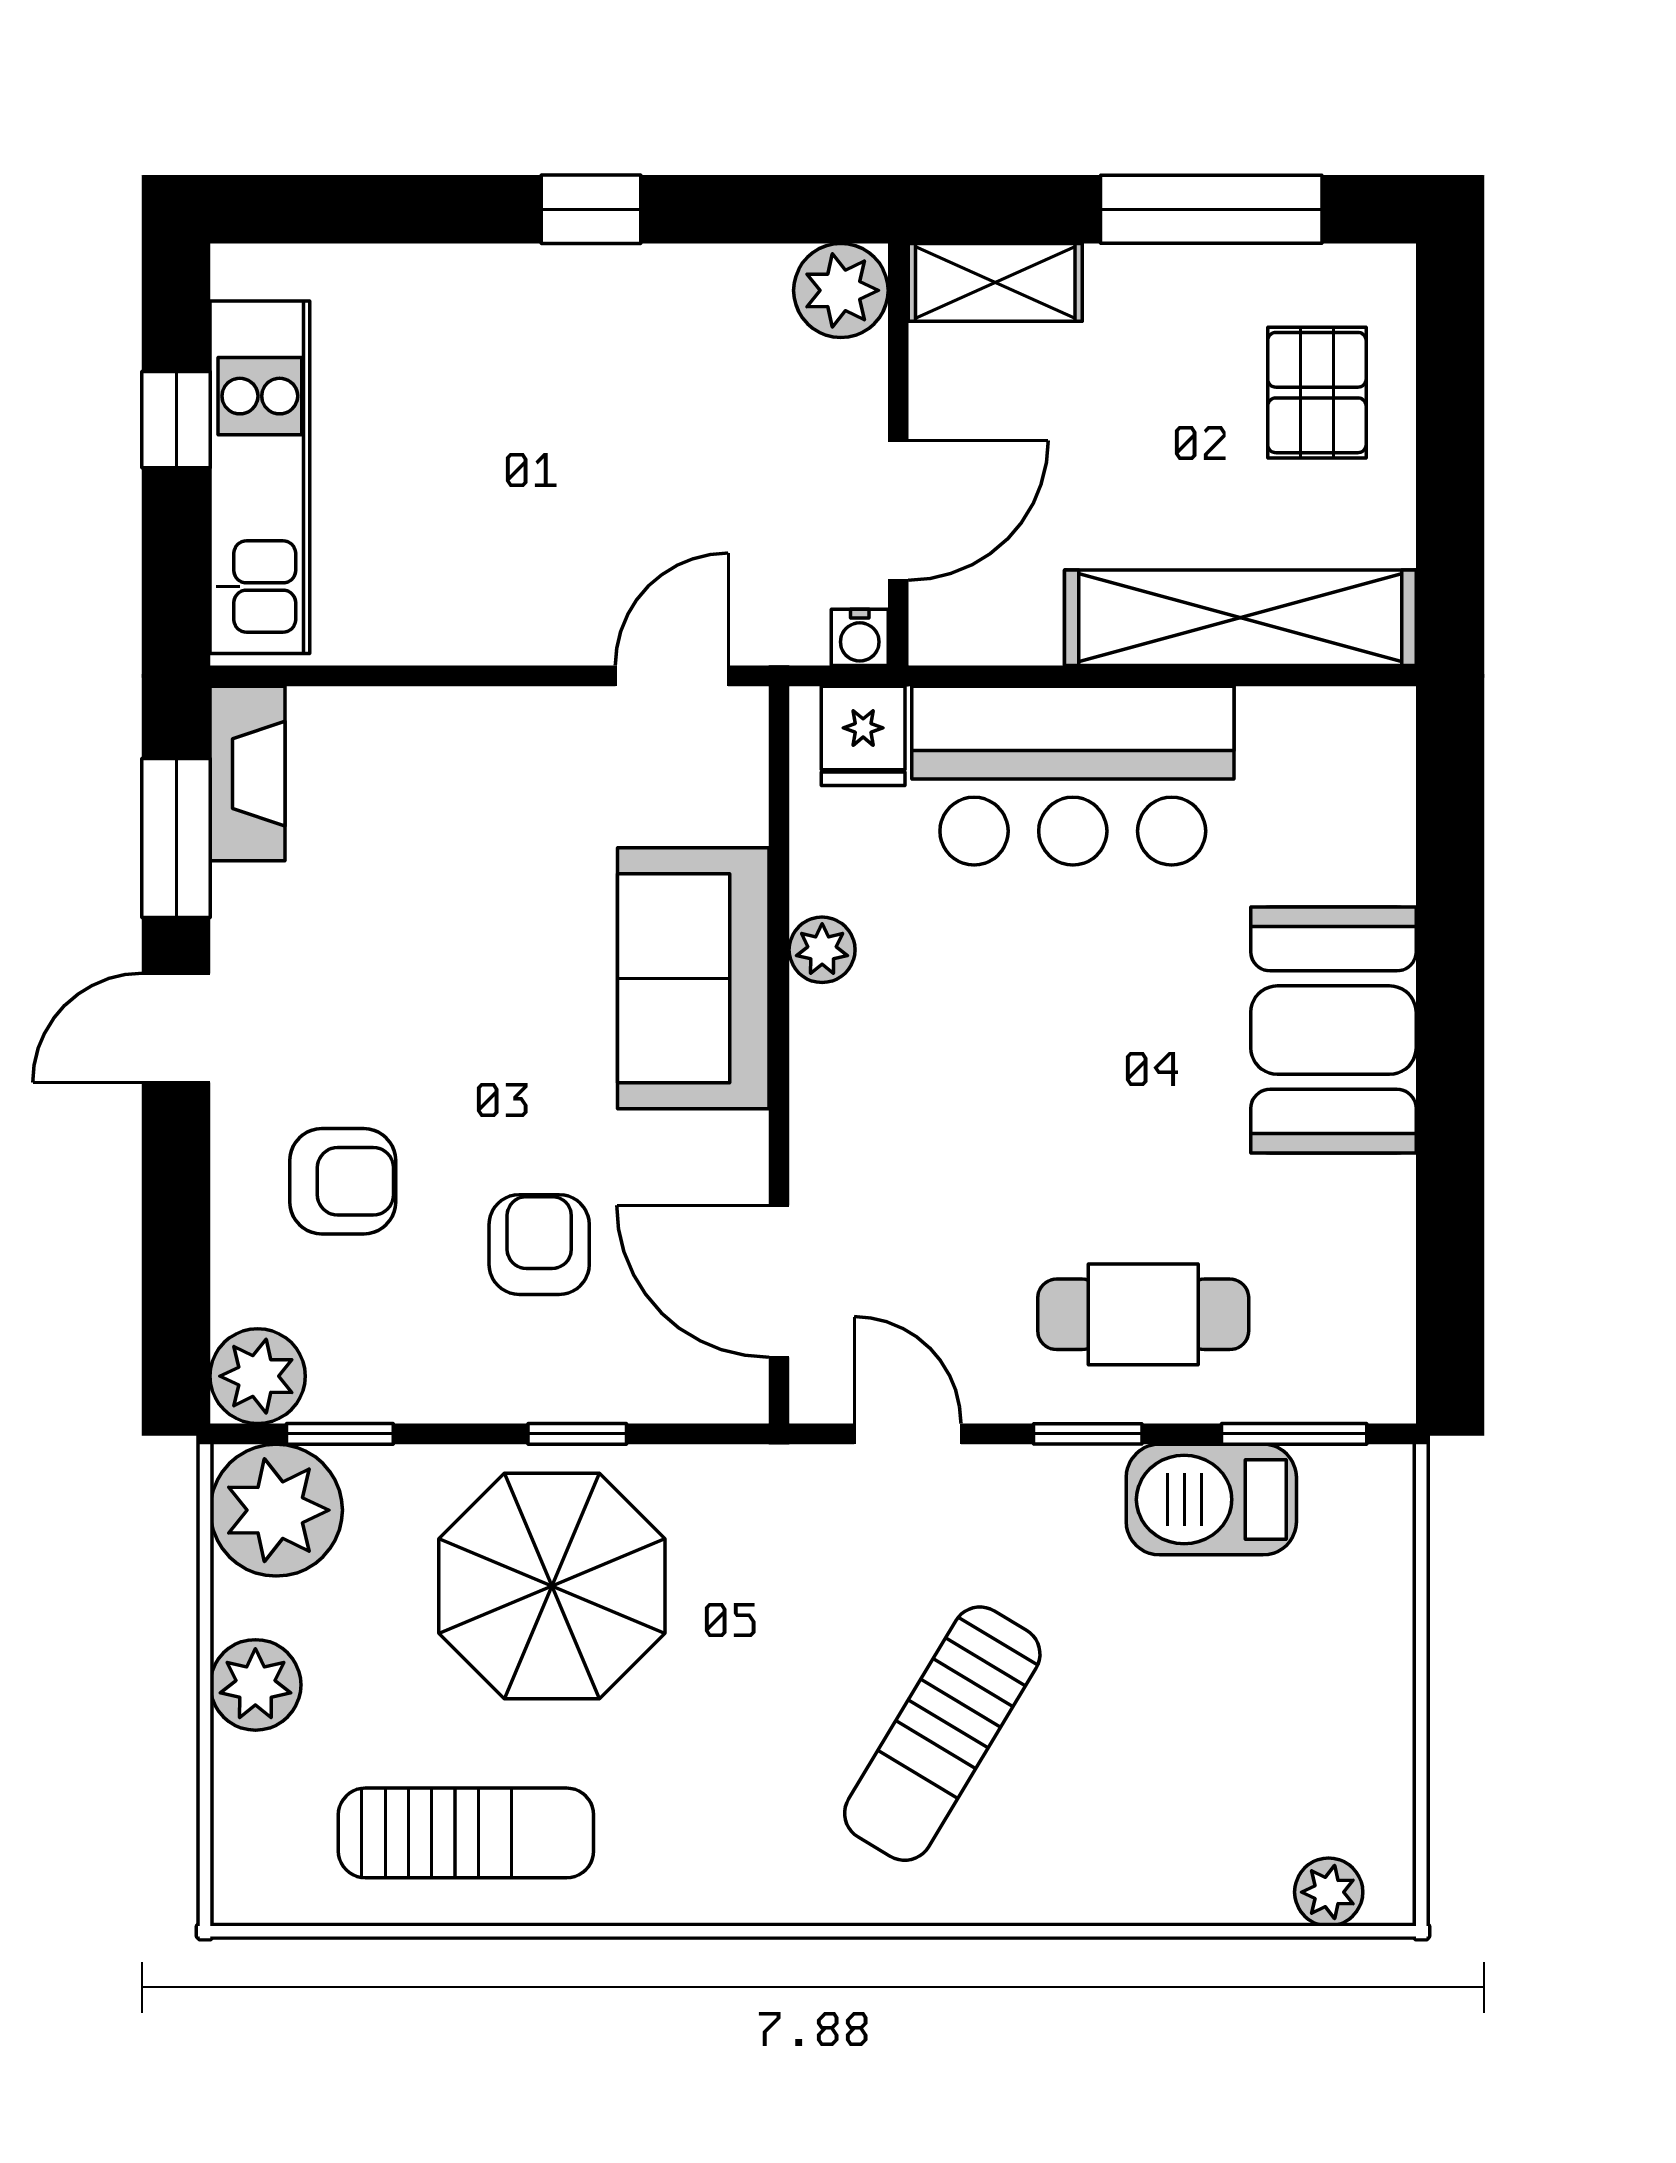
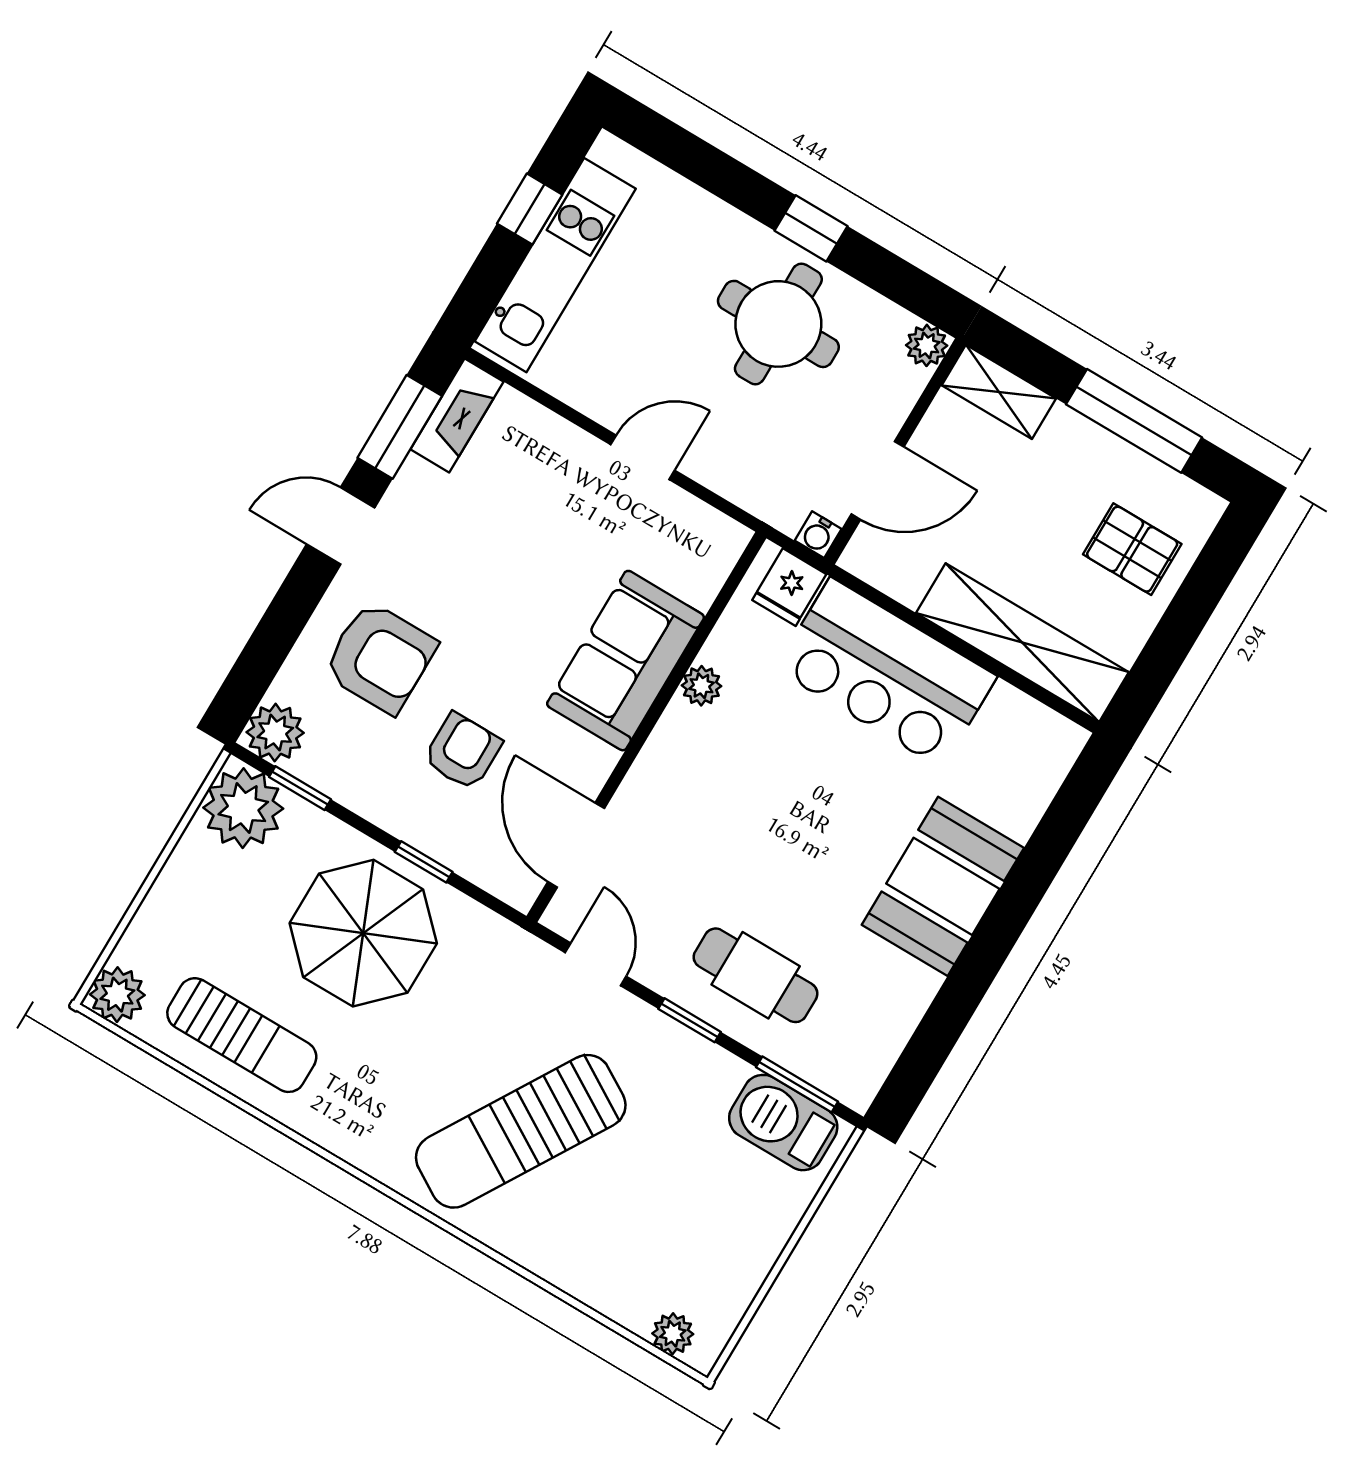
plant: (841, 290) -> (927, 345), width x0.73, depth x0.73
round table: (626, 372) -> (778, 324), added
pallet: (1317, 393) -> (1132, 549), turned 90
door: (672, 676) -> (643, 457), moved
armchair: (343, 1181) -> (380, 657), width x1.38, depth x1.38
barbecue: (1211, 1500) -> (783, 1123), moved
plant: (255, 1685) -> (117, 995), moved
sun lounger: (942, 1734) -> (521, 1131), width x1.36, depth x1.34

